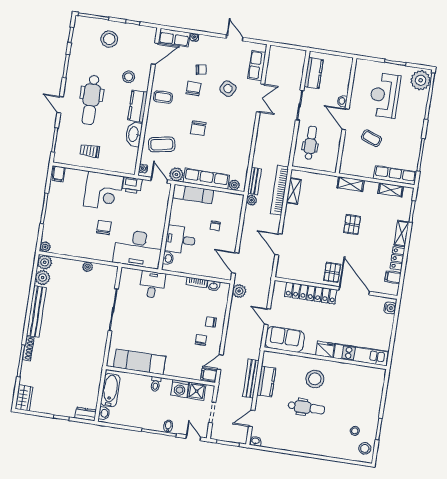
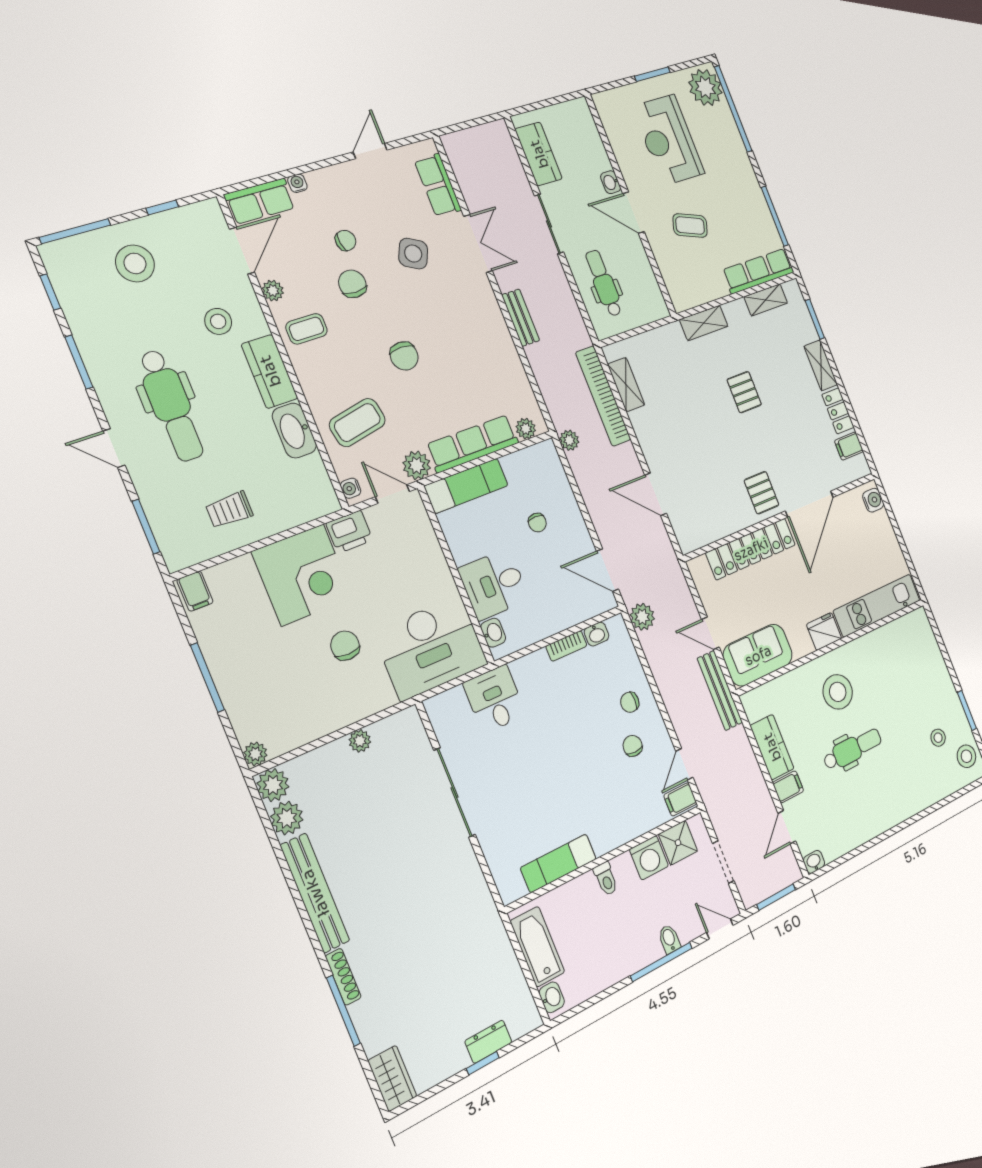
door: (235, 38) -> (370, 151), hinge flipped
plant: (158, 75) -> (273, 291), added
bench: (254, 181) -> (521, 318), moved
door: (354, 291) -> (809, 504), swing flipped
exam couch: (140, 362) -> (558, 863), width x0.73, depth x0.69
bench: (251, 379) -> (720, 690), moved
filing cabinet: (263, 403) -> (788, 787), added
dresser: (86, 414) -> (488, 1042), moved

